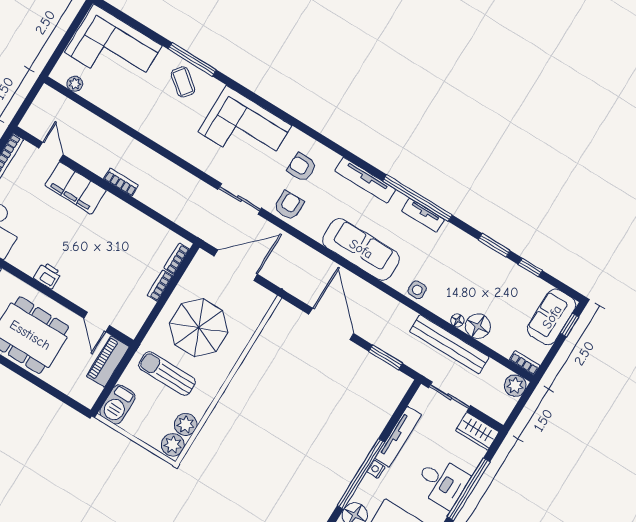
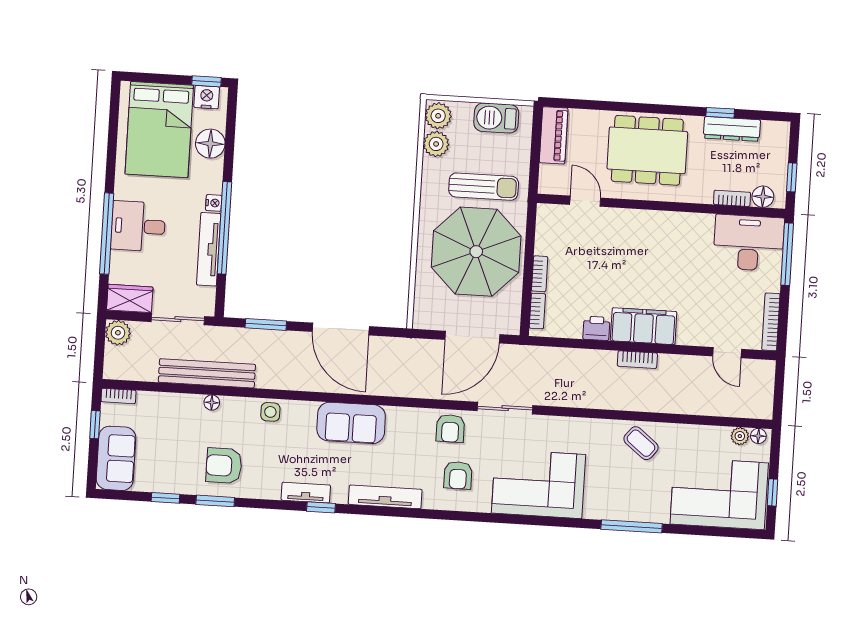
window: (73, 28) -> (772, 492), added
coffee table: (183, 82) -> (641, 443), moved
armchair: (302, 167) -> (458, 475), turned 90
filing cabinet: (76, 188) -> (644, 326), moved
window: (417, 198) -> (321, 507), width x0.32
sofa: (361, 249) -> (351, 423), width x0.73
armchair: (474, 268) -> (224, 466), added
printer: (48, 275) -> (596, 328), moved, turned 180
window: (570, 325) -> (95, 425), moved
floor lamp: (478, 326) -> (758, 436), moved, width x0.53, depth x0.53
parasol: (199, 328) -> (476, 252), width x1.36, depth x1.36
piano: (108, 361) -> (554, 135), moved
plant: (515, 385) -> (118, 333), moved
barbecue: (117, 404) -> (496, 118), moved, turned -90
window: (361, 474) -> (224, 228), moved

